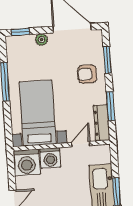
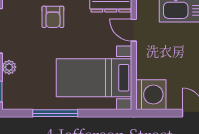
washing machine: (50, 158) -> (147, 67), removed

